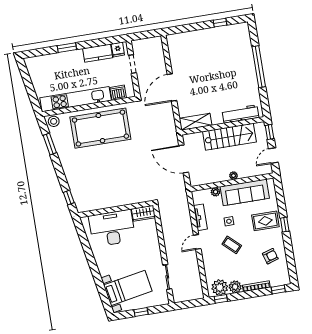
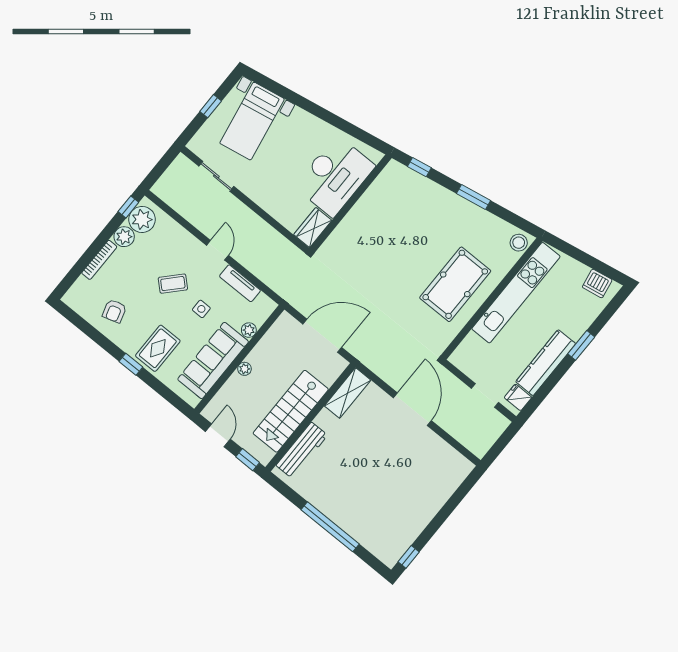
window: (220, 23) -> (409, 557), moved
kitchen counter: (98, 53) -> (546, 363), width x1.50
dishwasher: (118, 93) -> (597, 283), moved, turned 80
pool table: (100, 128) -> (455, 284), width x0.73, depth x0.76
window: (50, 144) -> (473, 197), moved
window: (278, 289) -> (69, 279), removed

